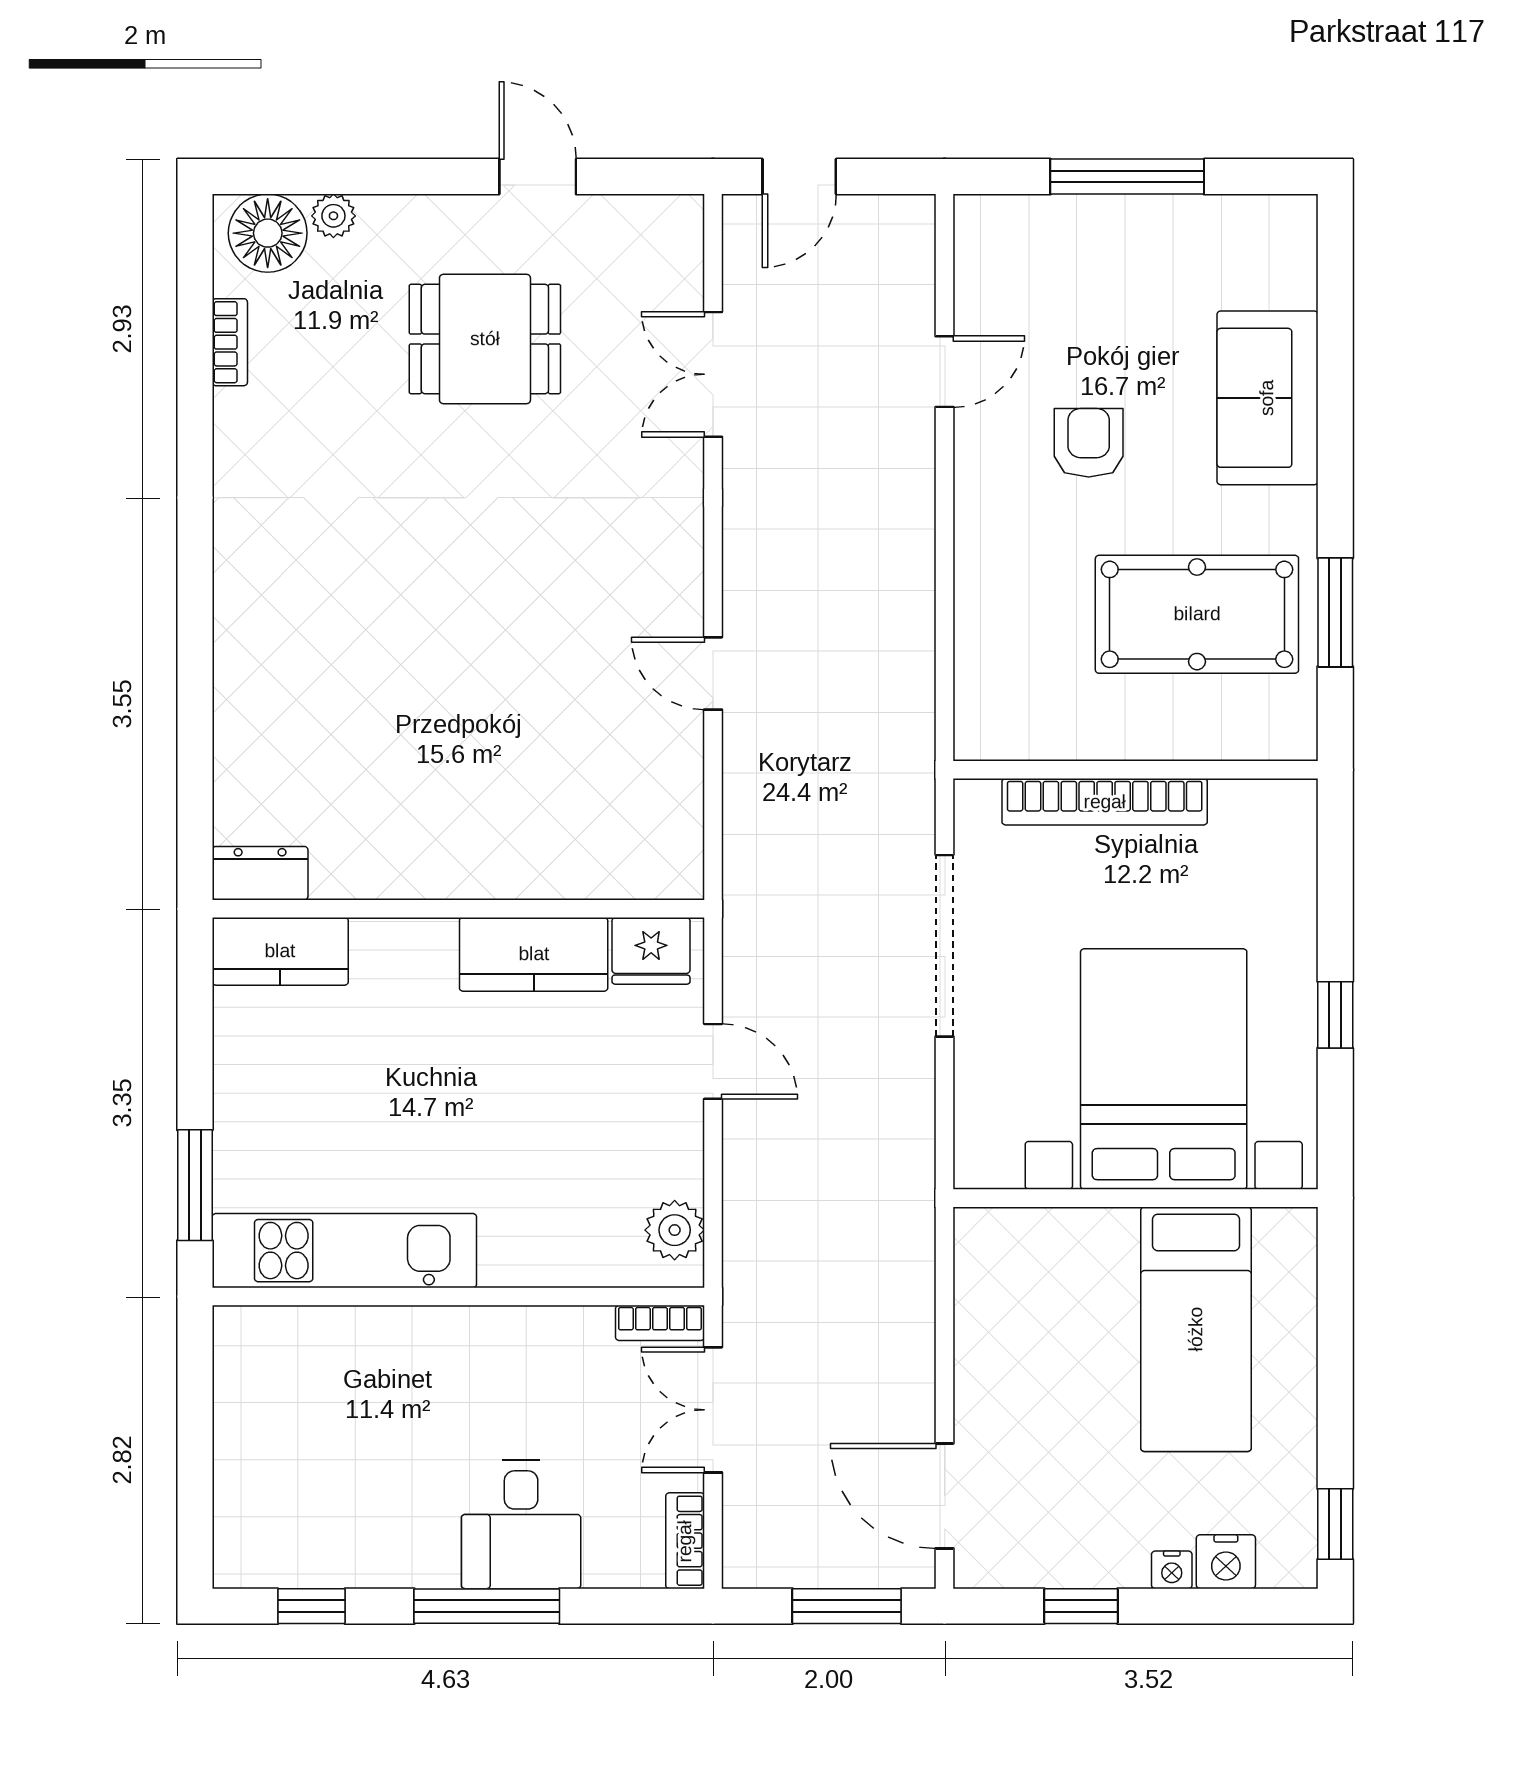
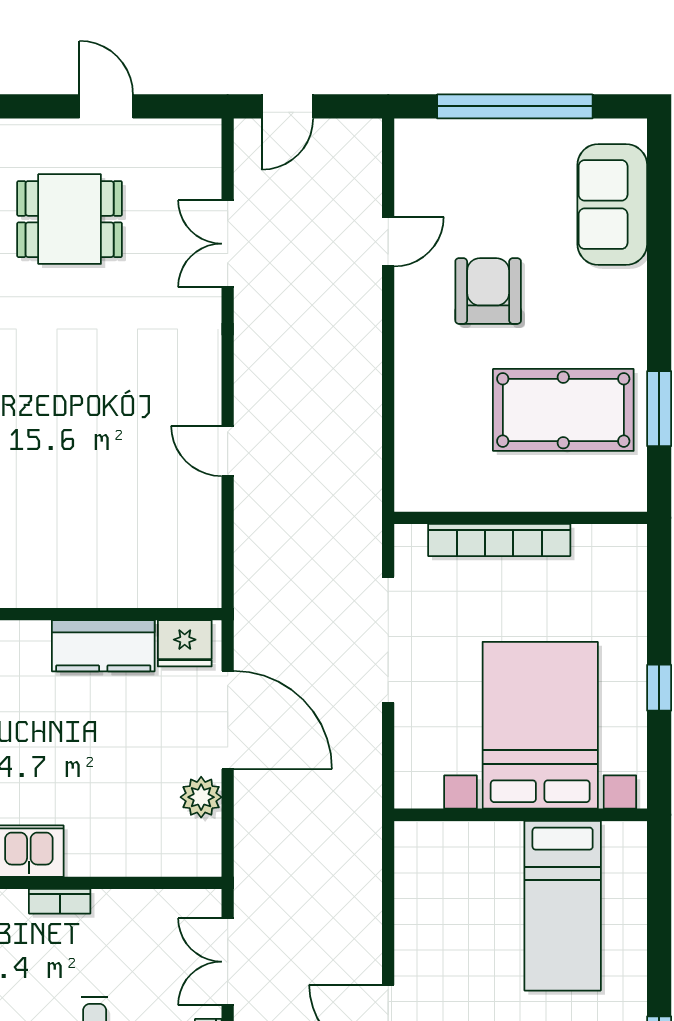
window: (1127, 177) -> (515, 106), width x1.46
sofa: (1267, 398) -> (612, 205), moved
armchair: (1089, 443) -> (488, 291), width x1.38, depth x1.38
door: (713, 1061) -> (228, 720), width x1.87
plant: (675, 1230) -> (201, 797), moved
bookcase: (660, 1323) -> (60, 901), moved

